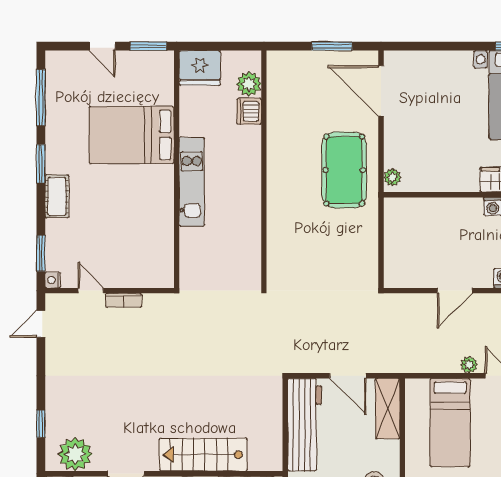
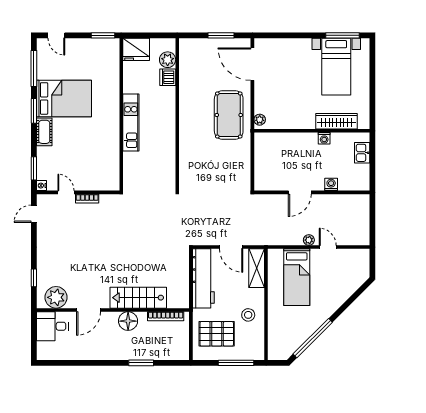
door: (102, 46) -> (56, 35), moved
bed: (132, 135) -> (64, 98), moved, turned 180

